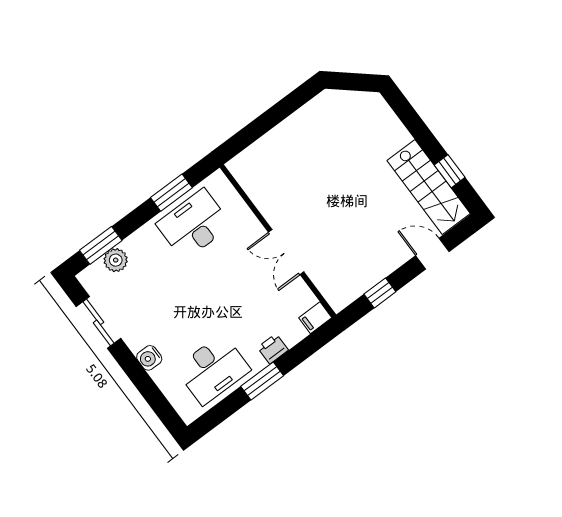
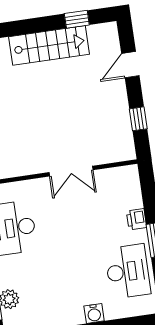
stairs: (429, 187) -> (49, 45), moved
filing cabinet: (315, 318) -> (131, 176), removed

